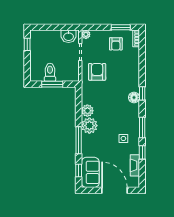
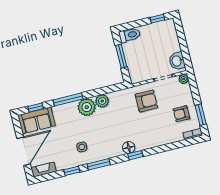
toilet: (50, 72) -> (130, 35), moved
fireplace: (135, 165) -> (44, 170), moved

